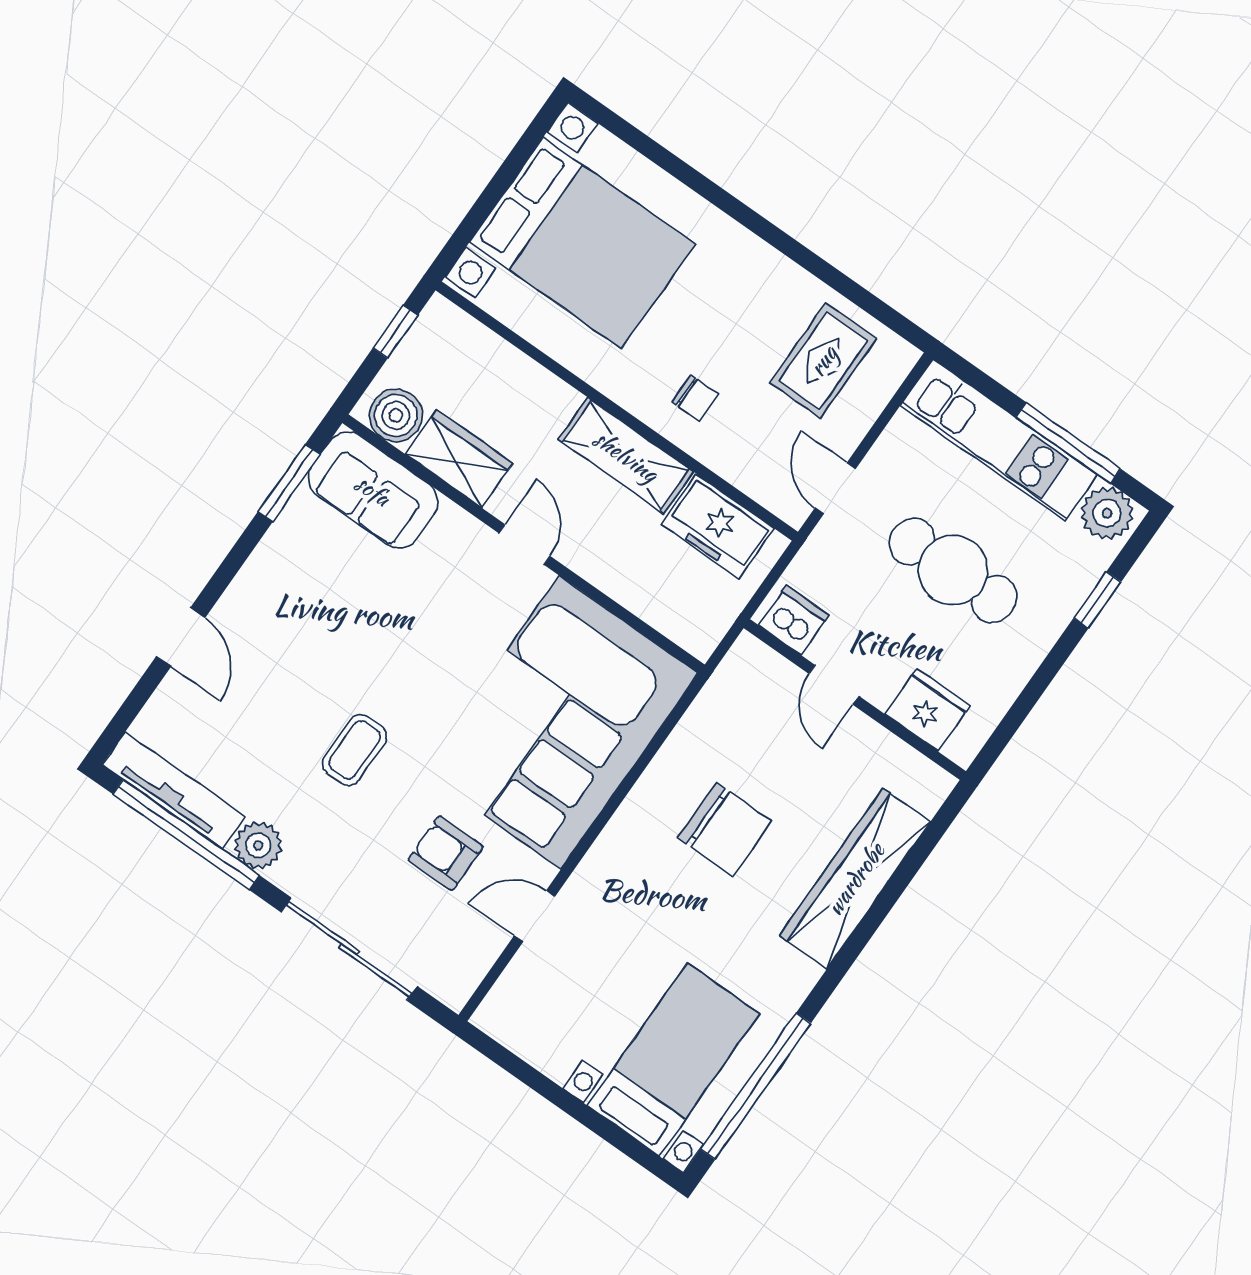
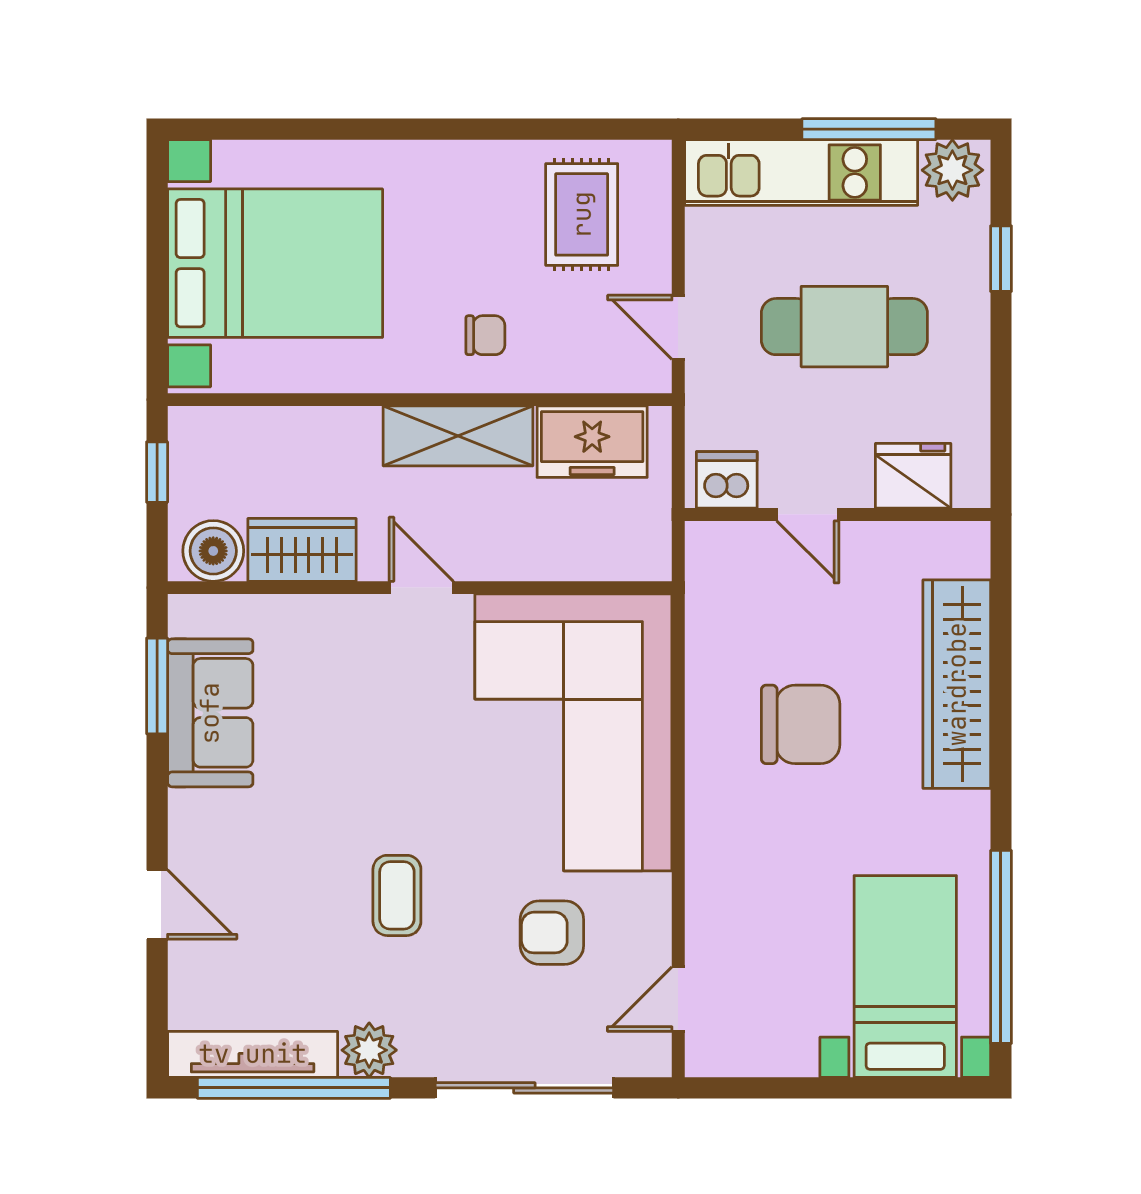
sofa: (373, 490) -> (210, 713), moved, turned -90
door: (535, 916) -> (678, 999), moved

